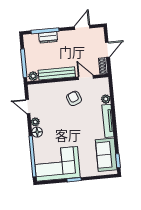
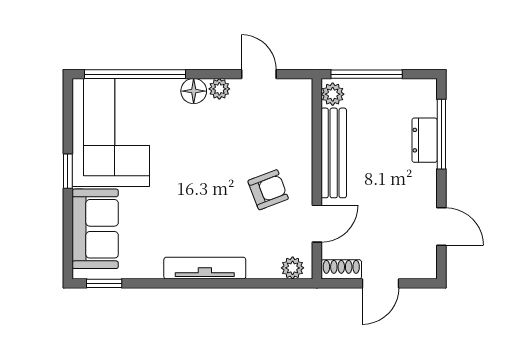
door: (107, 50) -> (380, 283), hinge flipped
plant: (106, 99) -> (293, 268), moved
door: (28, 107) -> (259, 74), hinge flipped
sofa: (106, 155) -> (95, 229), moved, turned 90

